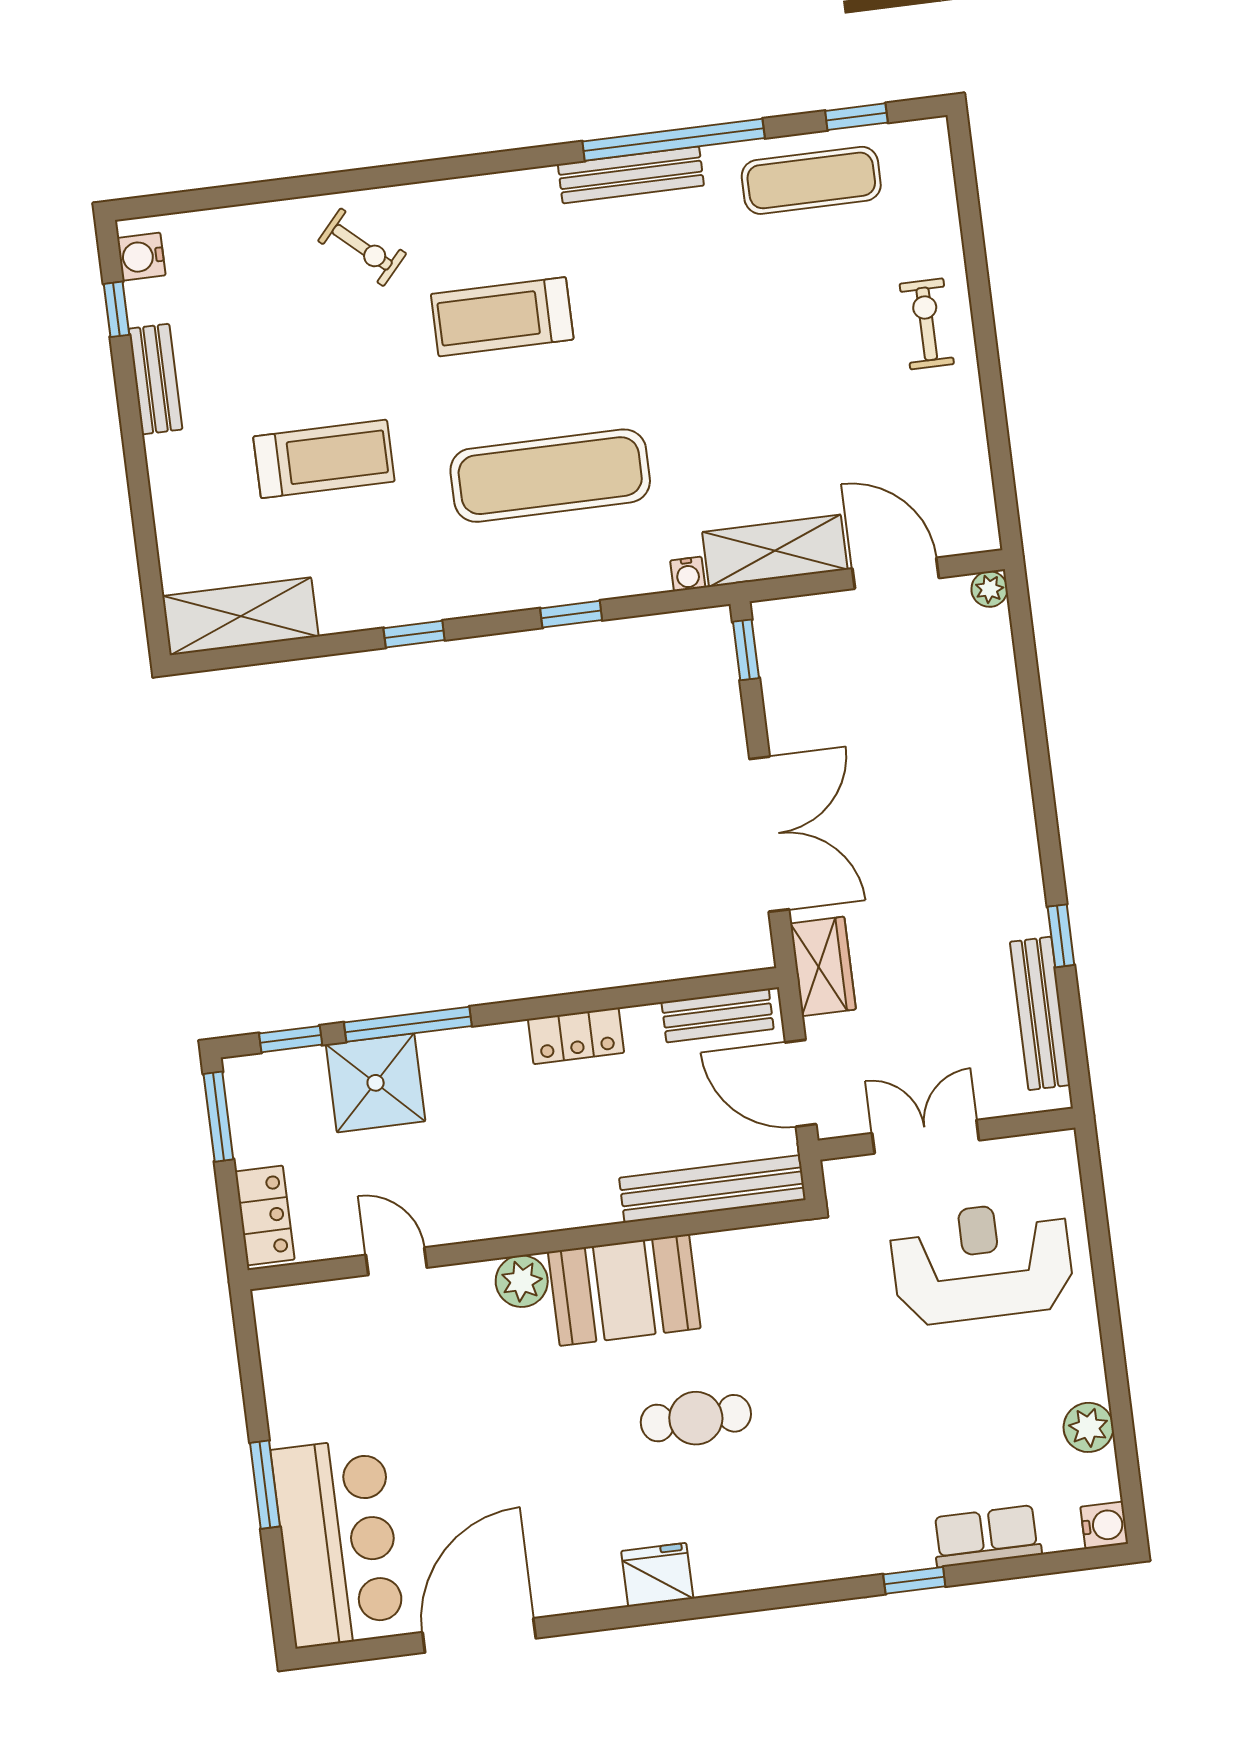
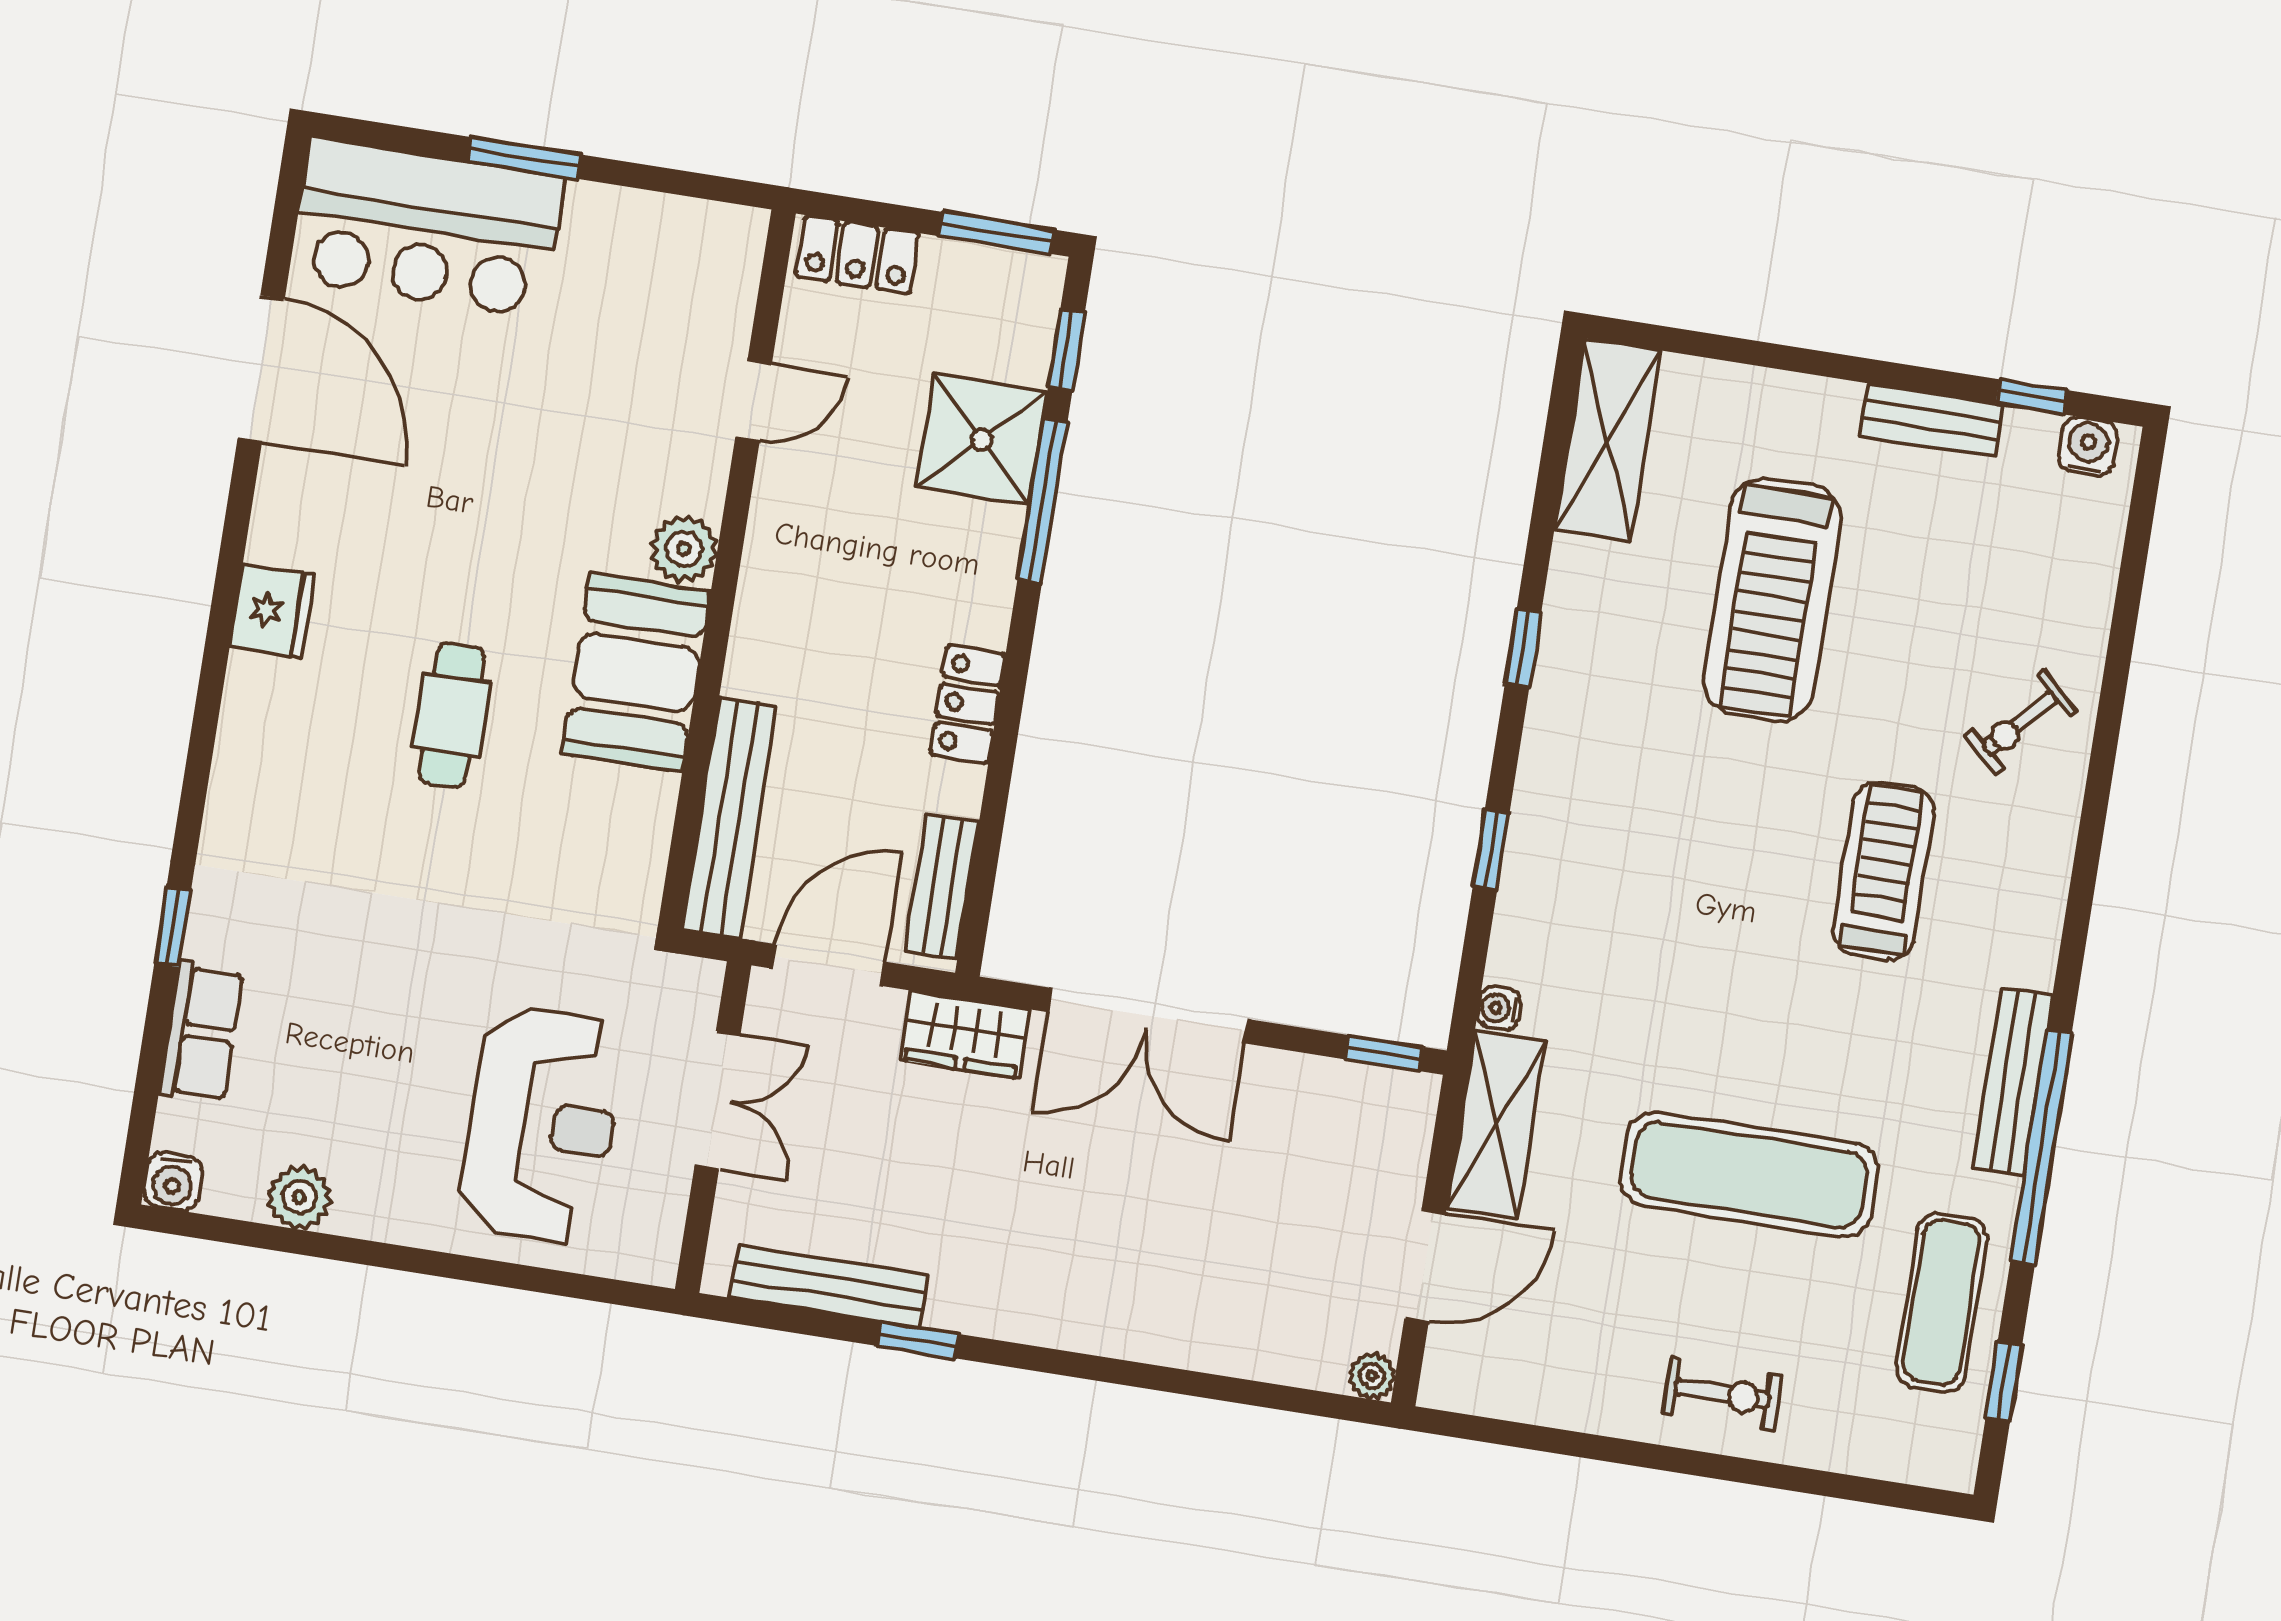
treadmill: (324, 459) -> (1772, 600), width x1.37, depth x1.38
exercise mat: (550, 476) -> (1749, 1175), moved, turned 90

